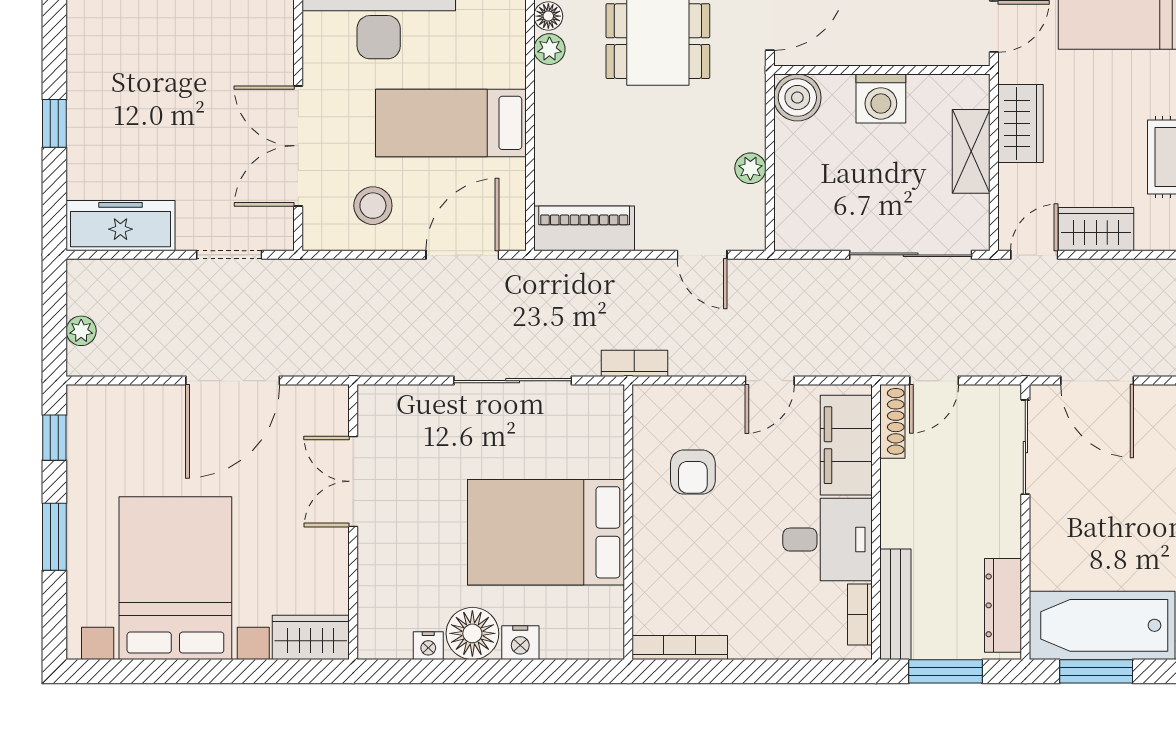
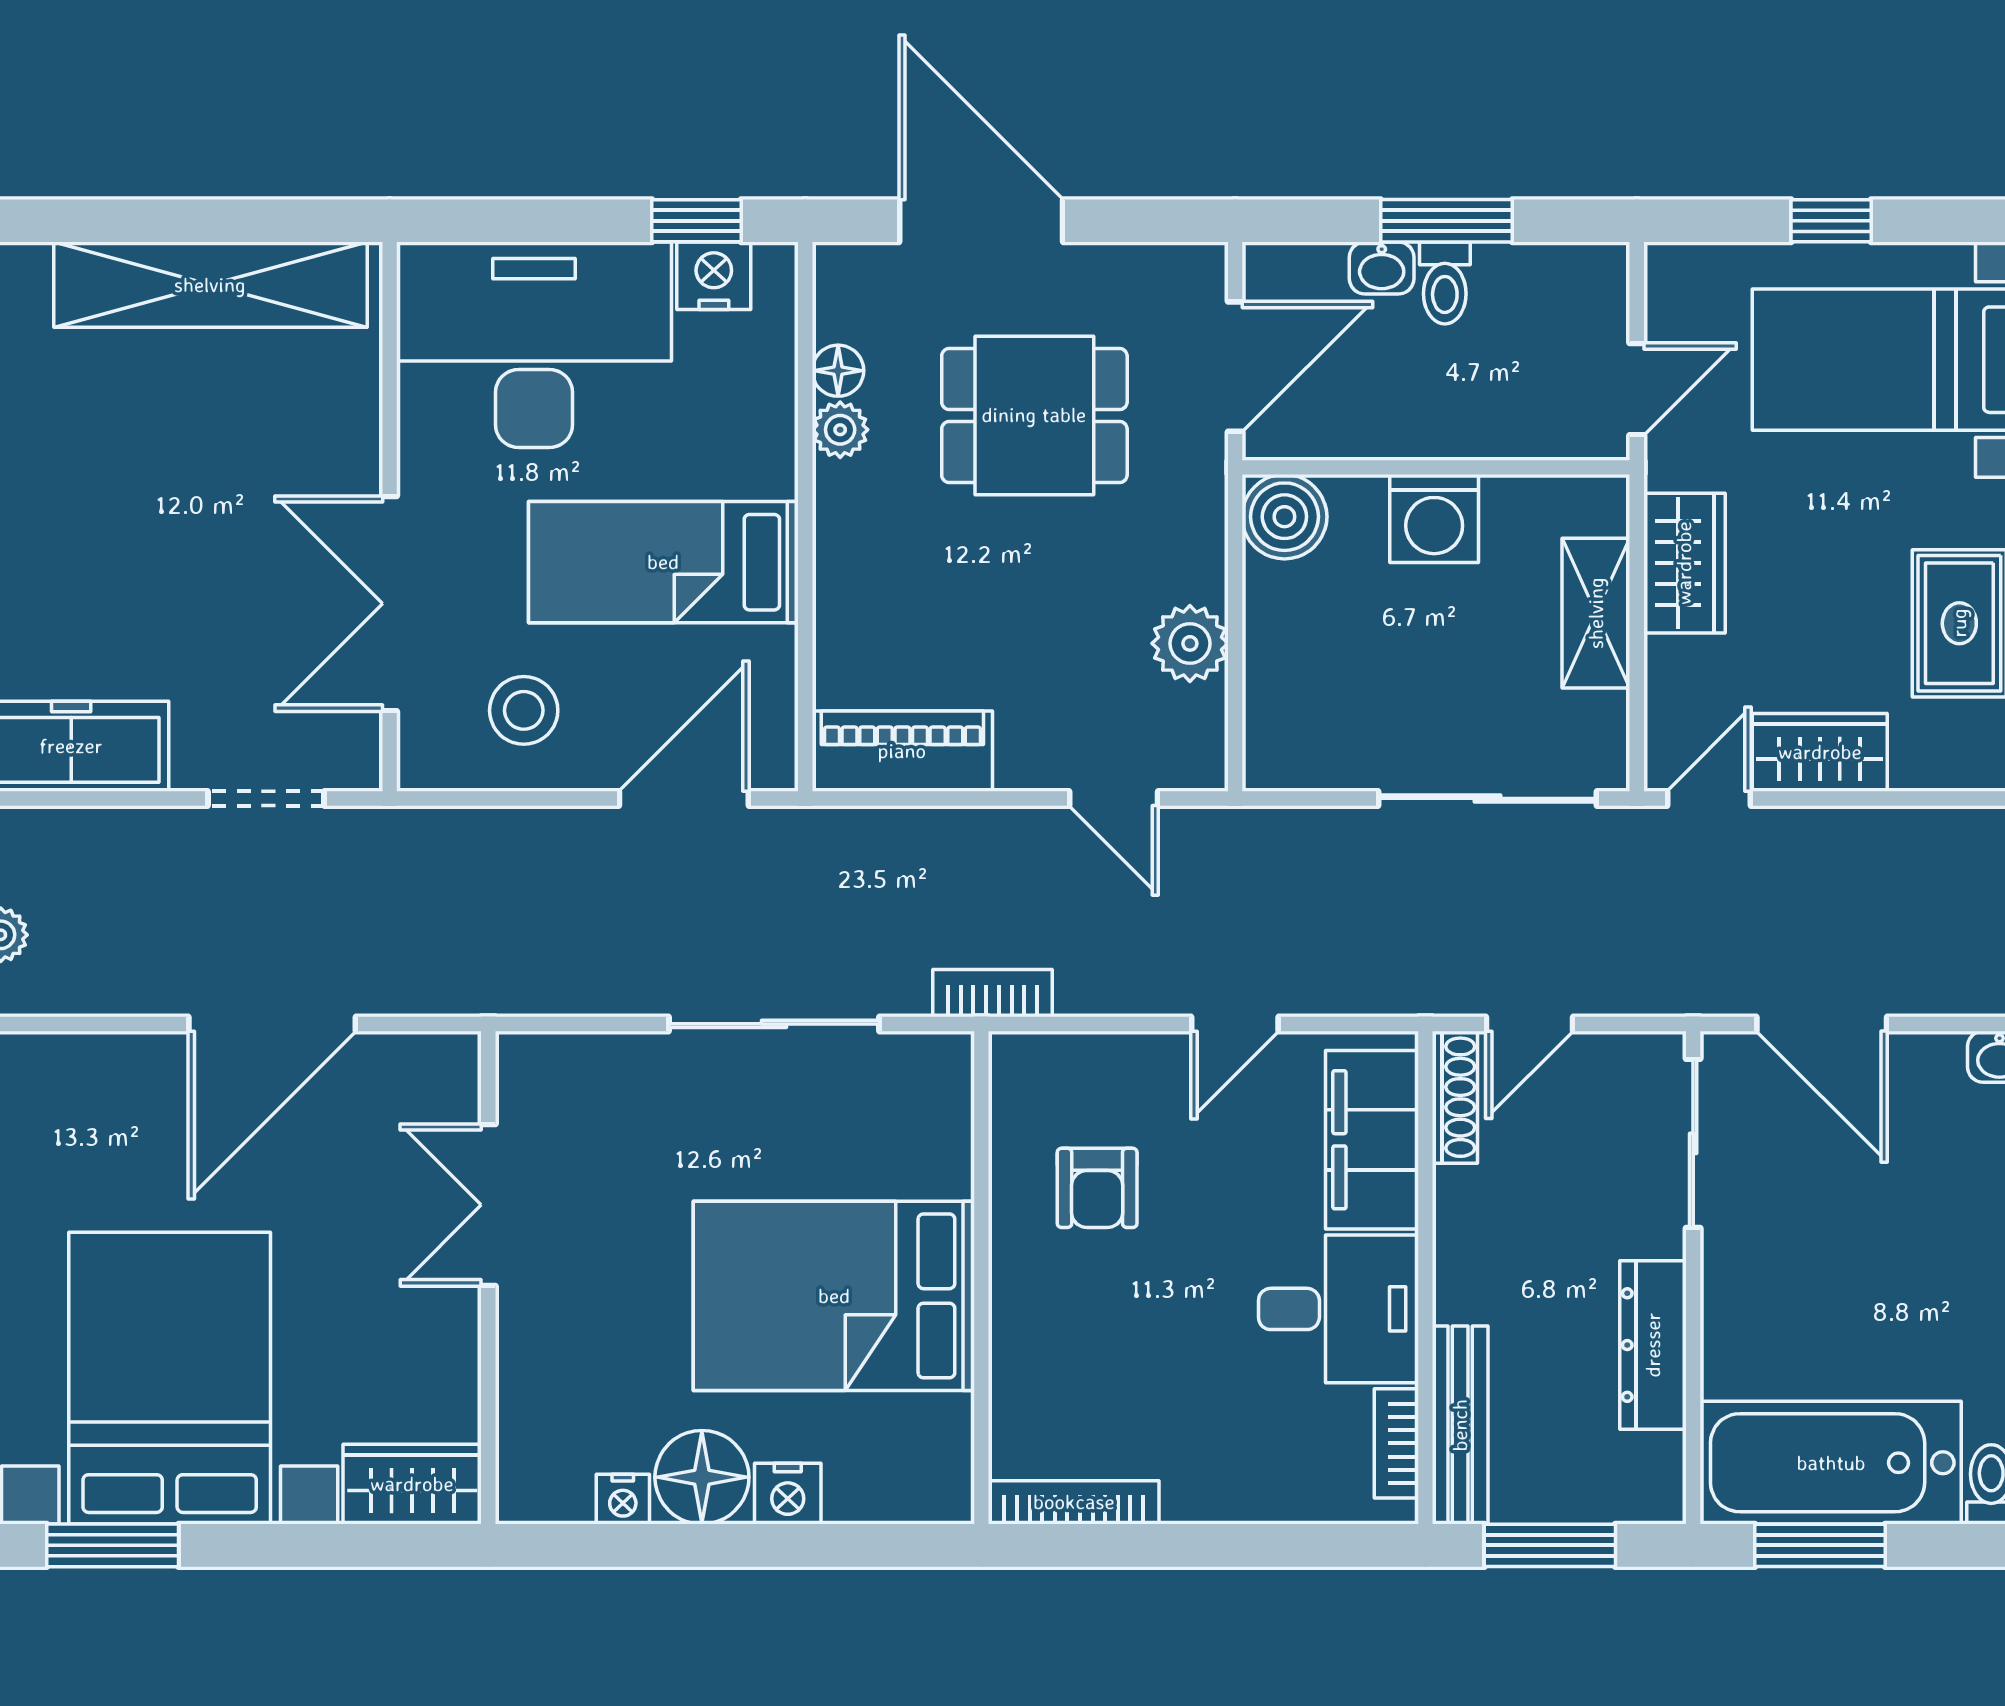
plant: (750, 168) -> (1190, 643), width x1.38, depth x1.38
dresser: (1003, 605) -> (1653, 1345), moved
window: (144, 671) -> (113, 1545), added

